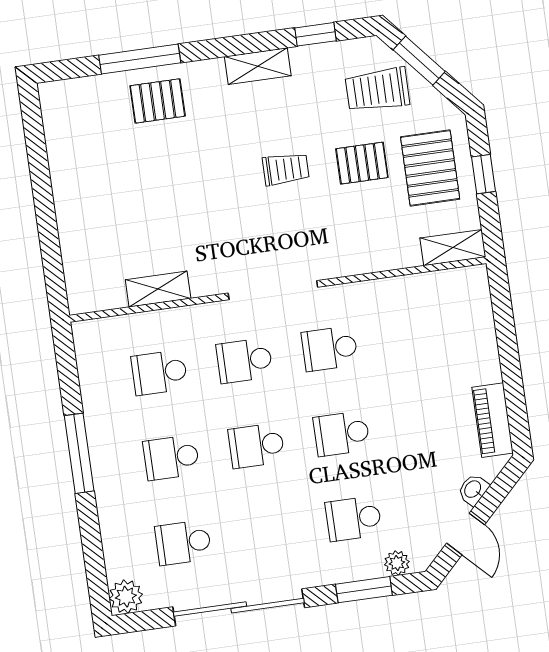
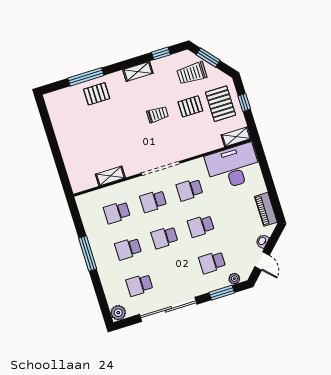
desk: (435, 313) -> (233, 167), added

